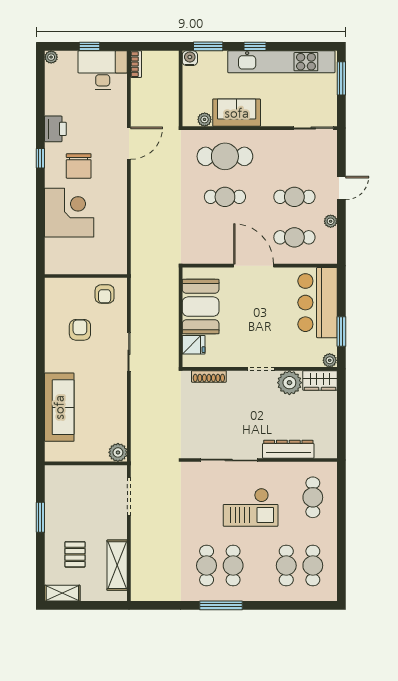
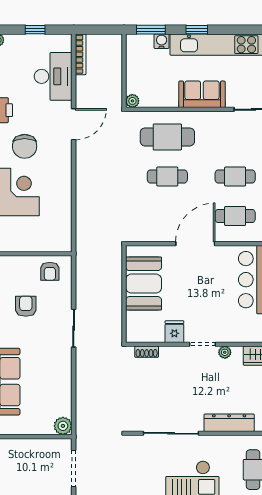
water cooler: (190, 58) -> (162, 41), moved
bookcase: (136, 64) -> (81, 54), width x1.56
desk: (103, 70) -> (53, 76), moved, turned 90
sofa: (237, 113) -> (202, 94), moved
plant: (205, 119) -> (132, 101), moved
door: (254, 266) -> (195, 244), hinge flipped
fridge: (194, 345) -> (174, 332), moved, turned -90
shoe rack: (209, 376) -> (147, 352), width x0.70
plant: (289, 383) -> (225, 352), width x0.53, depth x0.53

